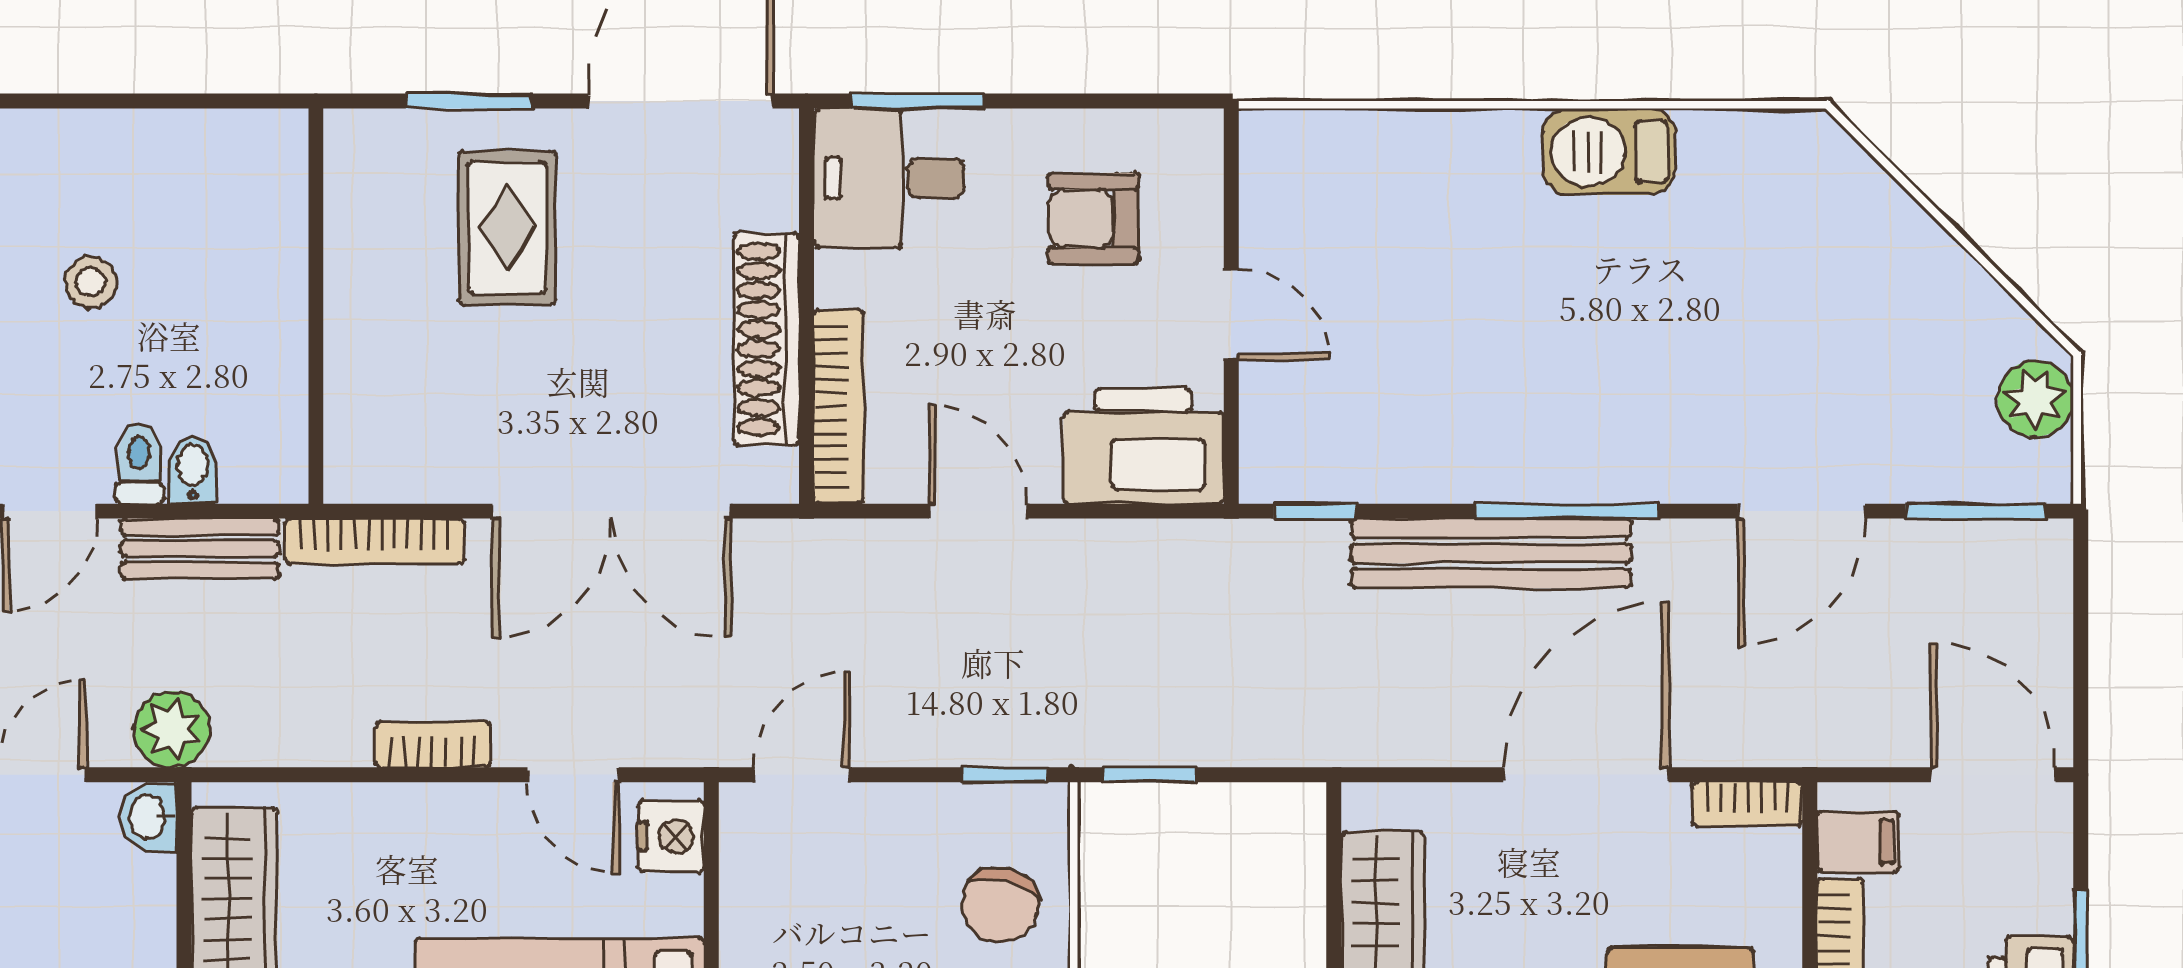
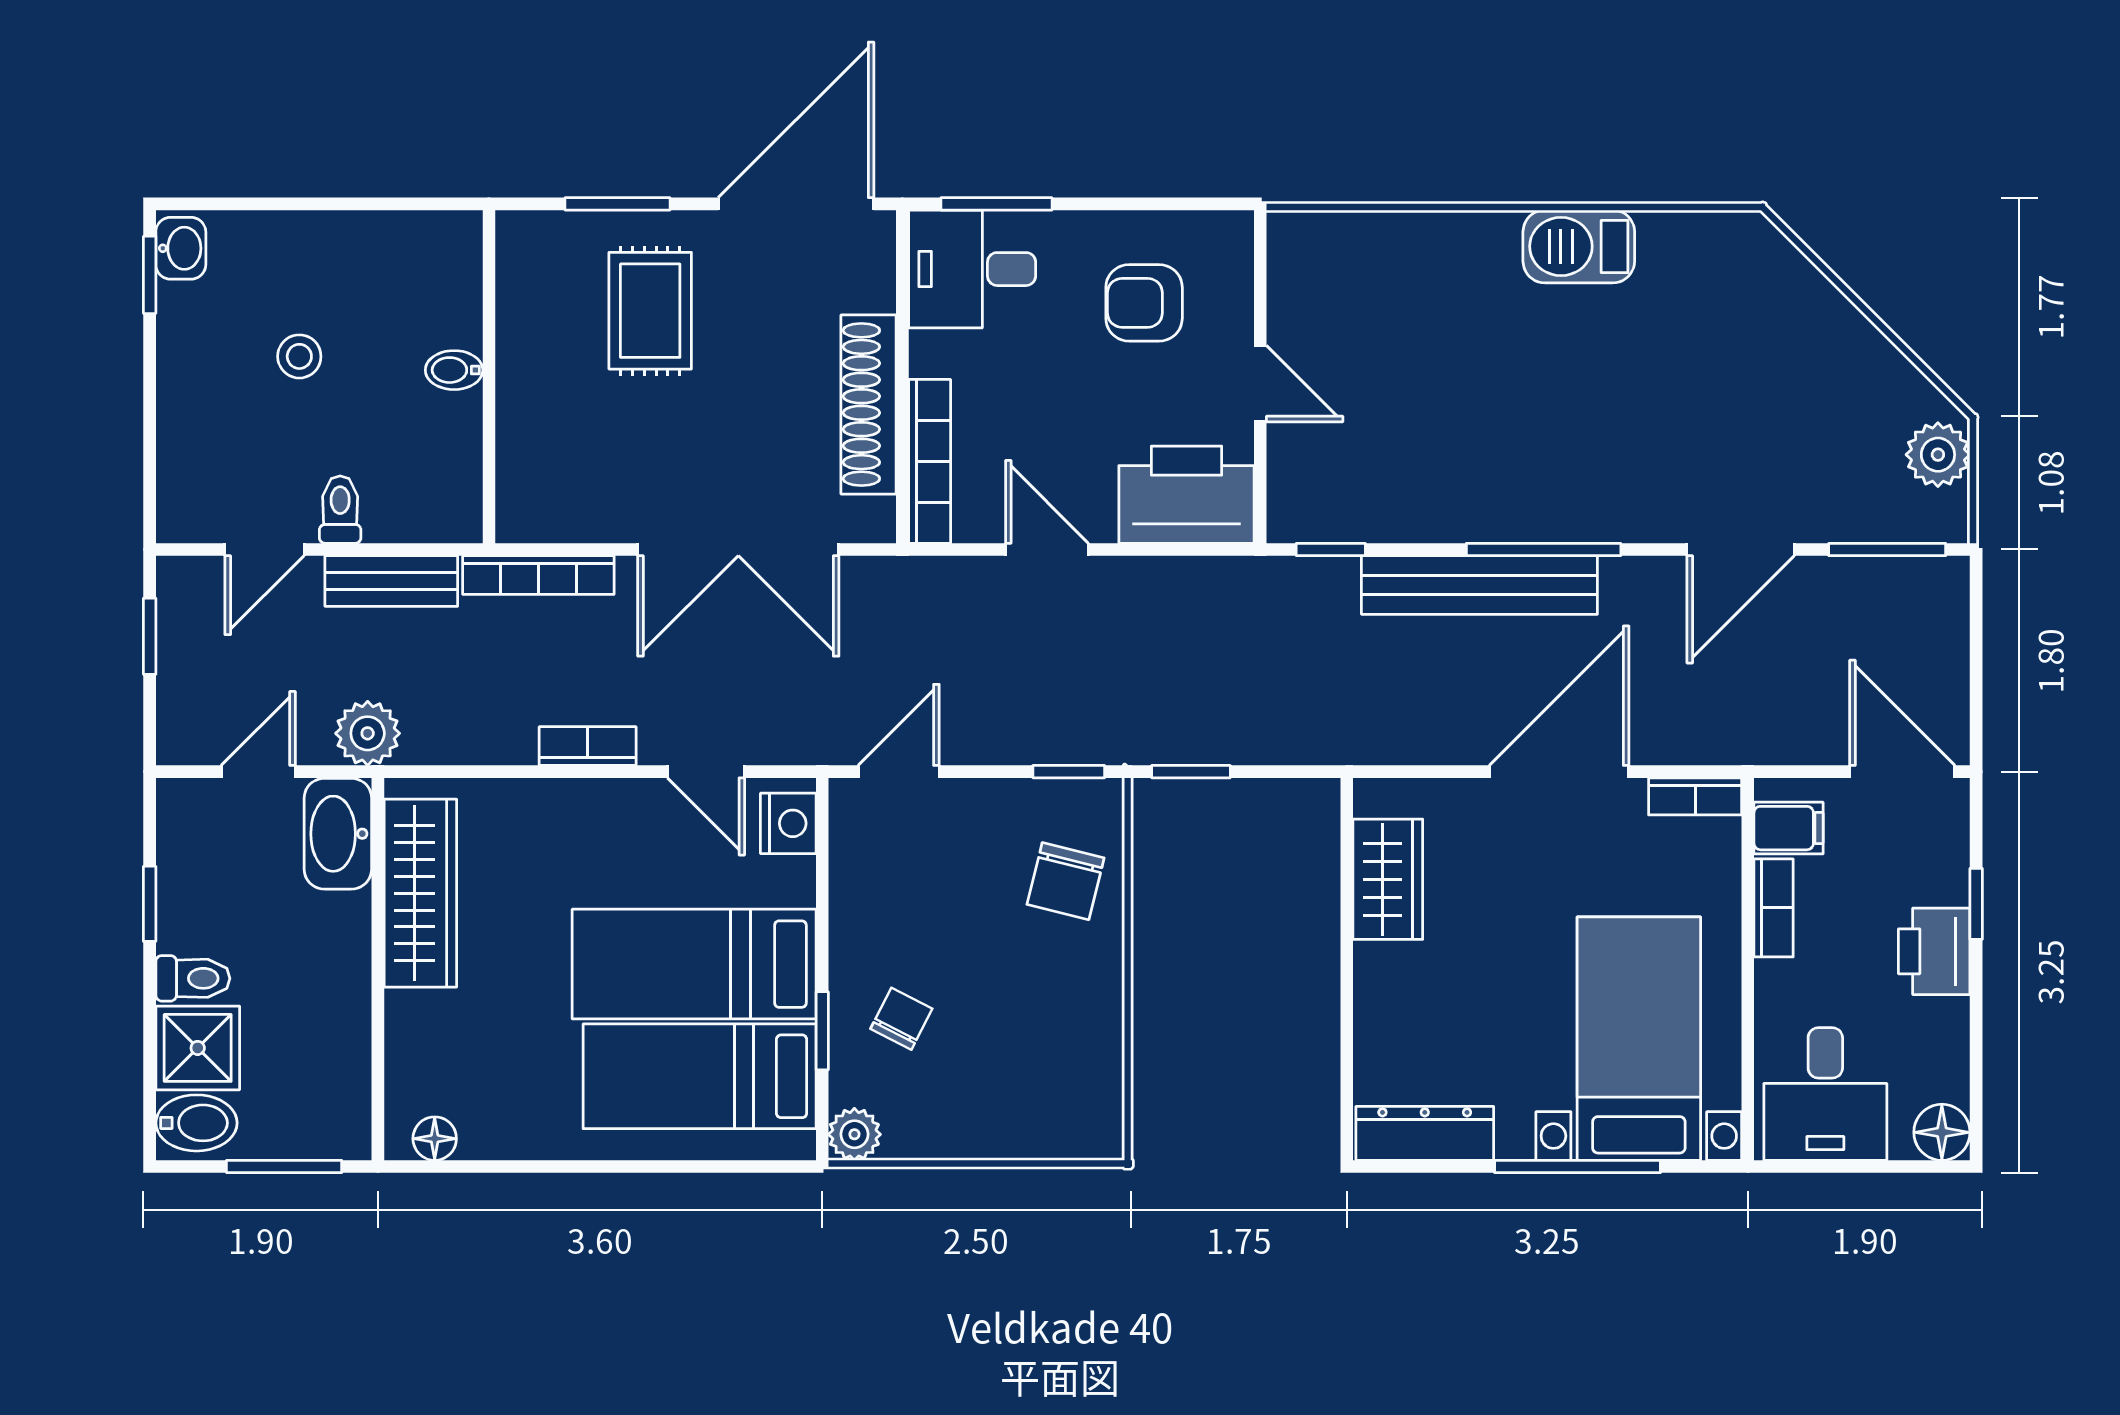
bidet: (193, 470) -> (454, 370), moved, turned -90
washbasin: (149, 817) -> (338, 834), width x1.91, depth x1.45

